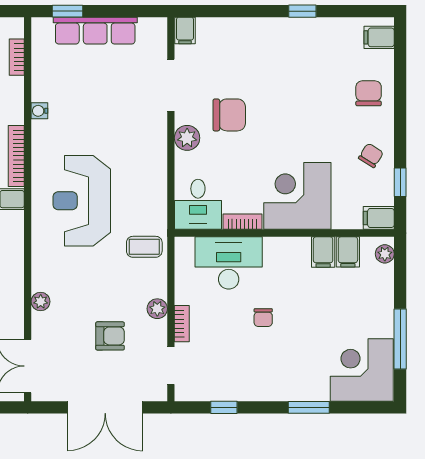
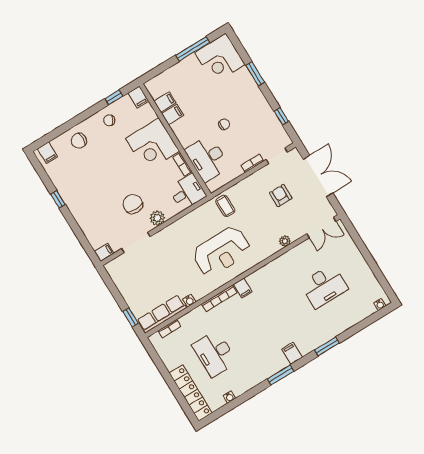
row of seats: (95, 31) -> (162, 314), moved, turned -90
plant: (385, 254) -> (155, 83), removed
plant: (157, 309) -> (252, 180), removed

